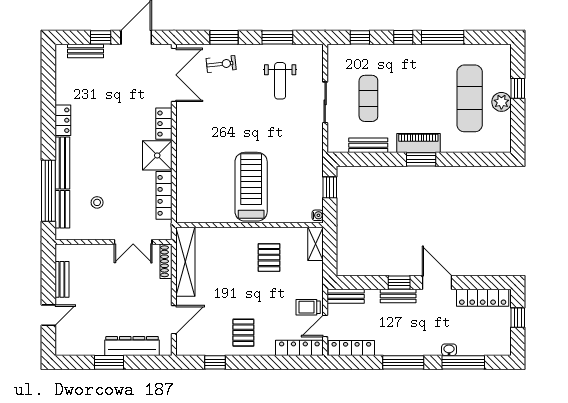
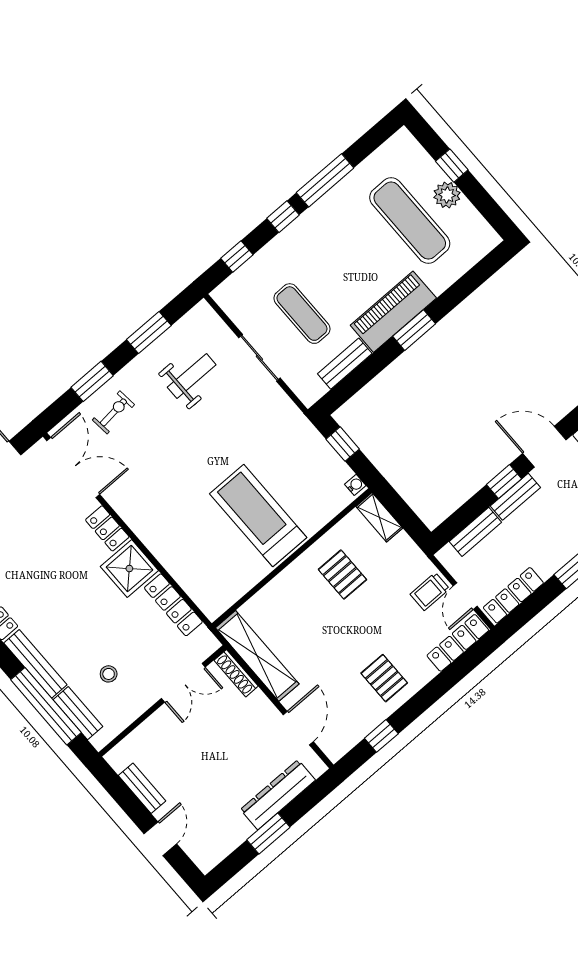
weight bench: (280, 81) -> (192, 376), turned -90
piano: (418, 143) -> (393, 312), width x1.37, depth x1.33
bench: (346, 296) -> (475, 532), moved

